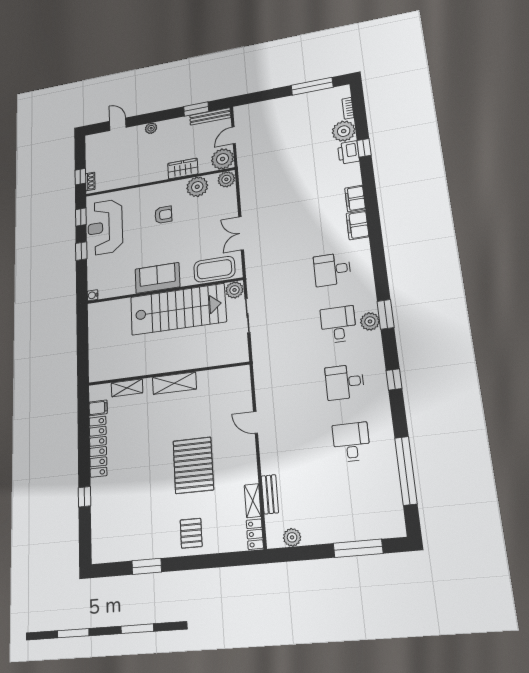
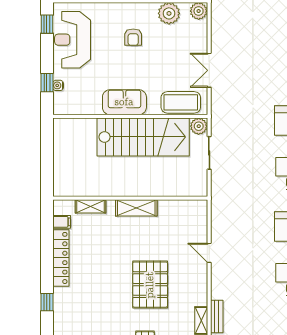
armchair: (163, 215) -> (133, 37), turned 90
window: (81, 251) -> (47, 83), moved
water cooler: (93, 295) -> (58, 85), moved

